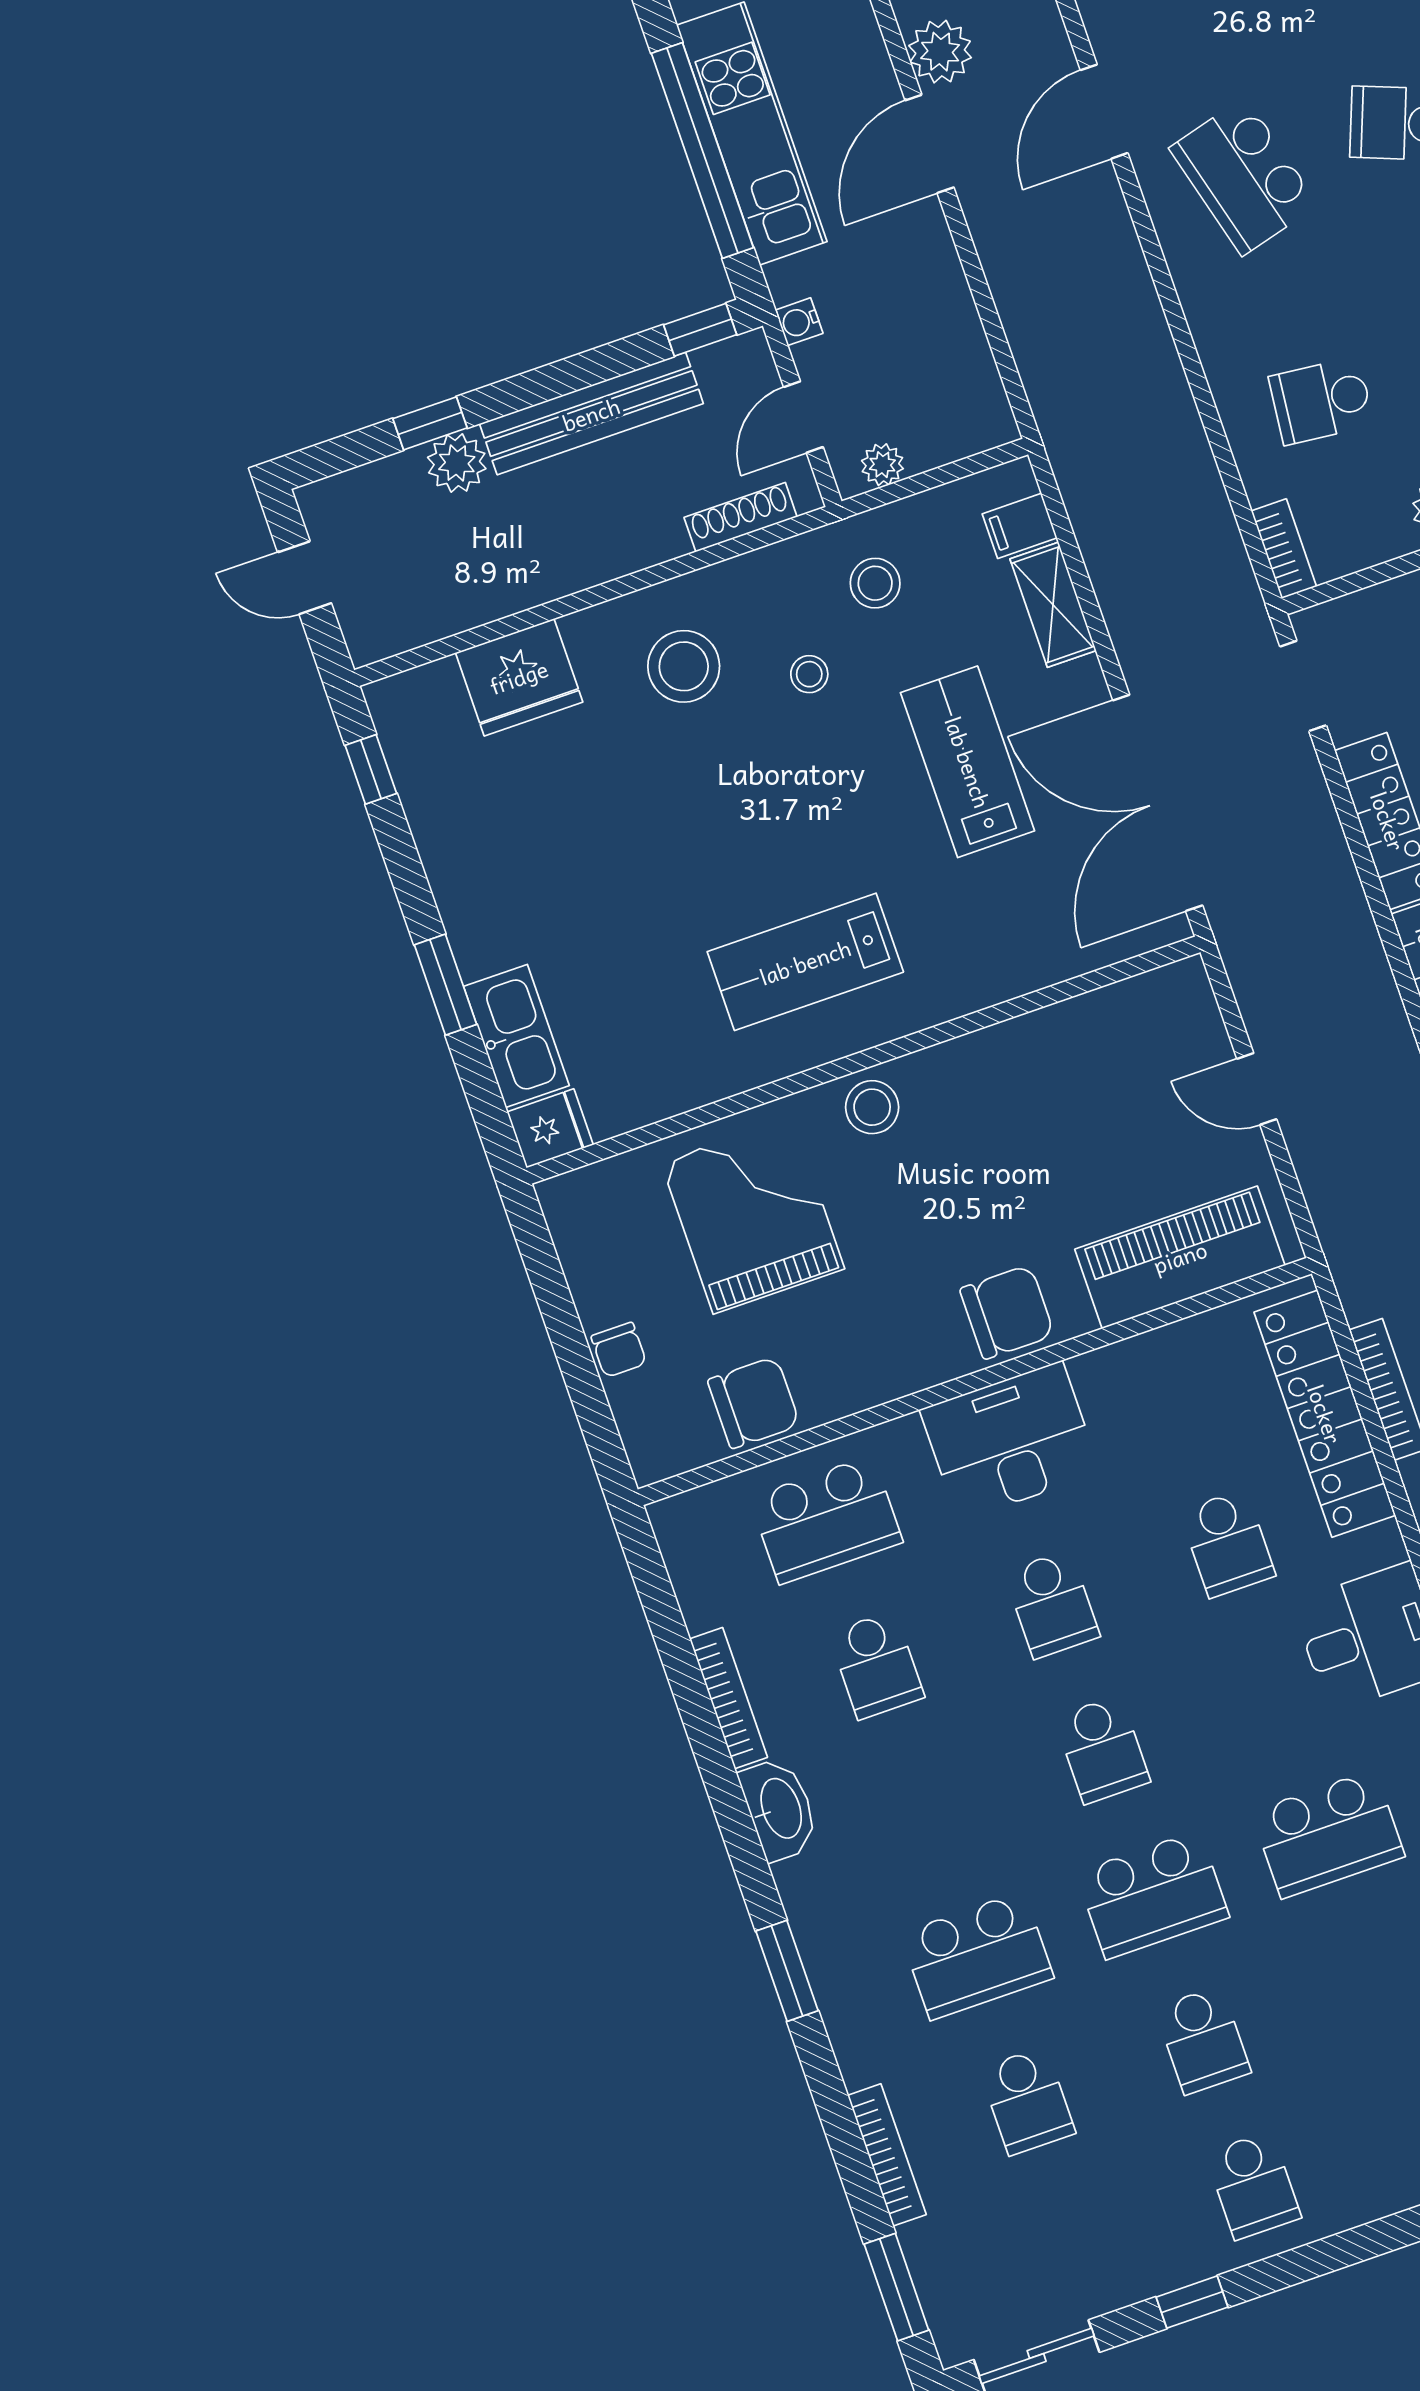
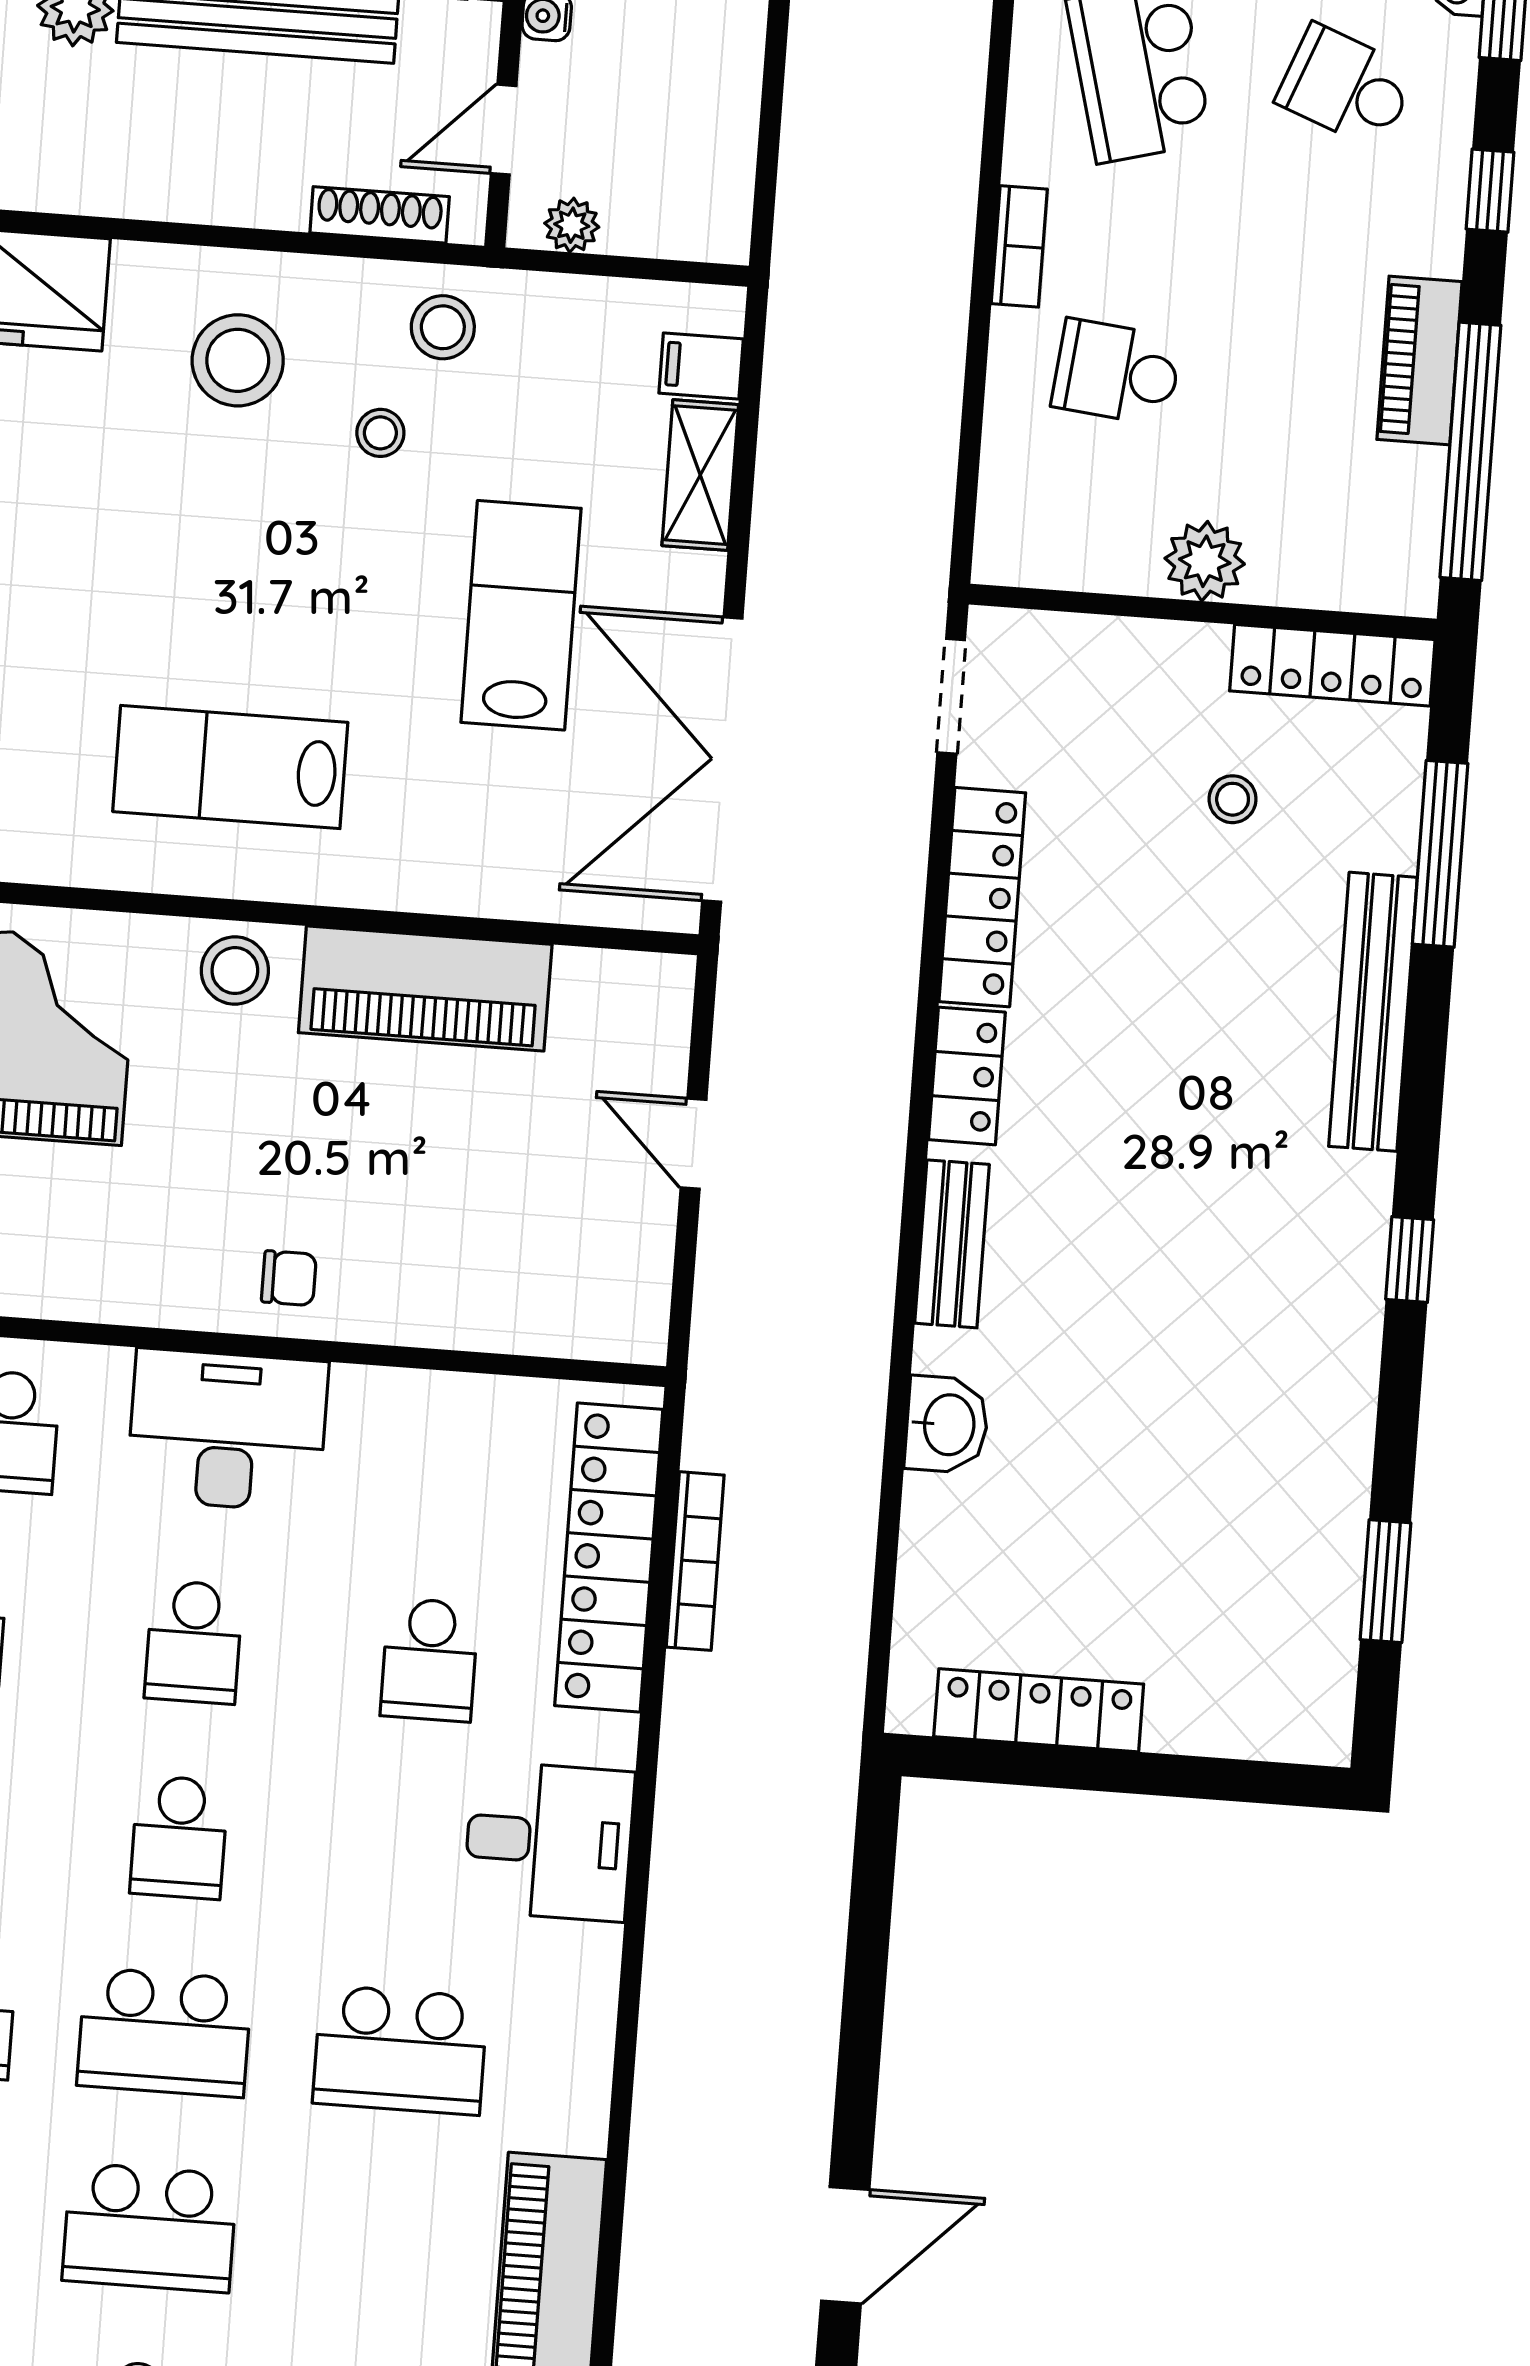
bookcase: (1284, 549) -> (1019, 246), moved
stool: (875, 583) -> (443, 327), moved
piano: (1180, 1257) -> (425, 989), moved, turned 180
chair: (1007, 1312) -> (289, 1278), width x0.54, depth x0.54
school desk: (1203, 2040) -> (150, 2228), width x1.85

